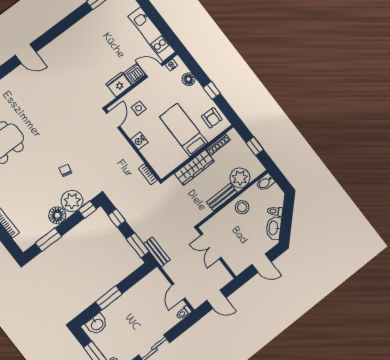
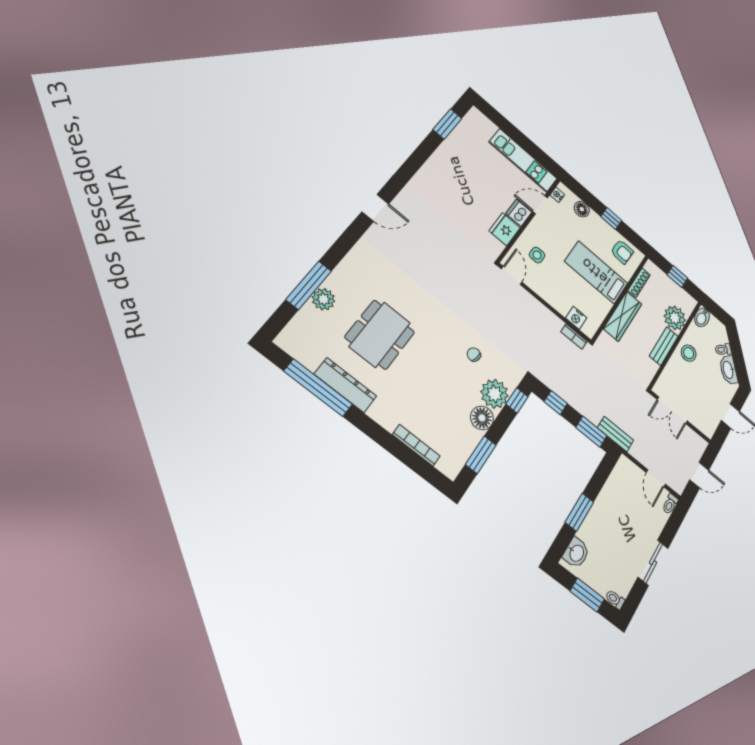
nightstand: (139, 141) -> (576, 318), moved

